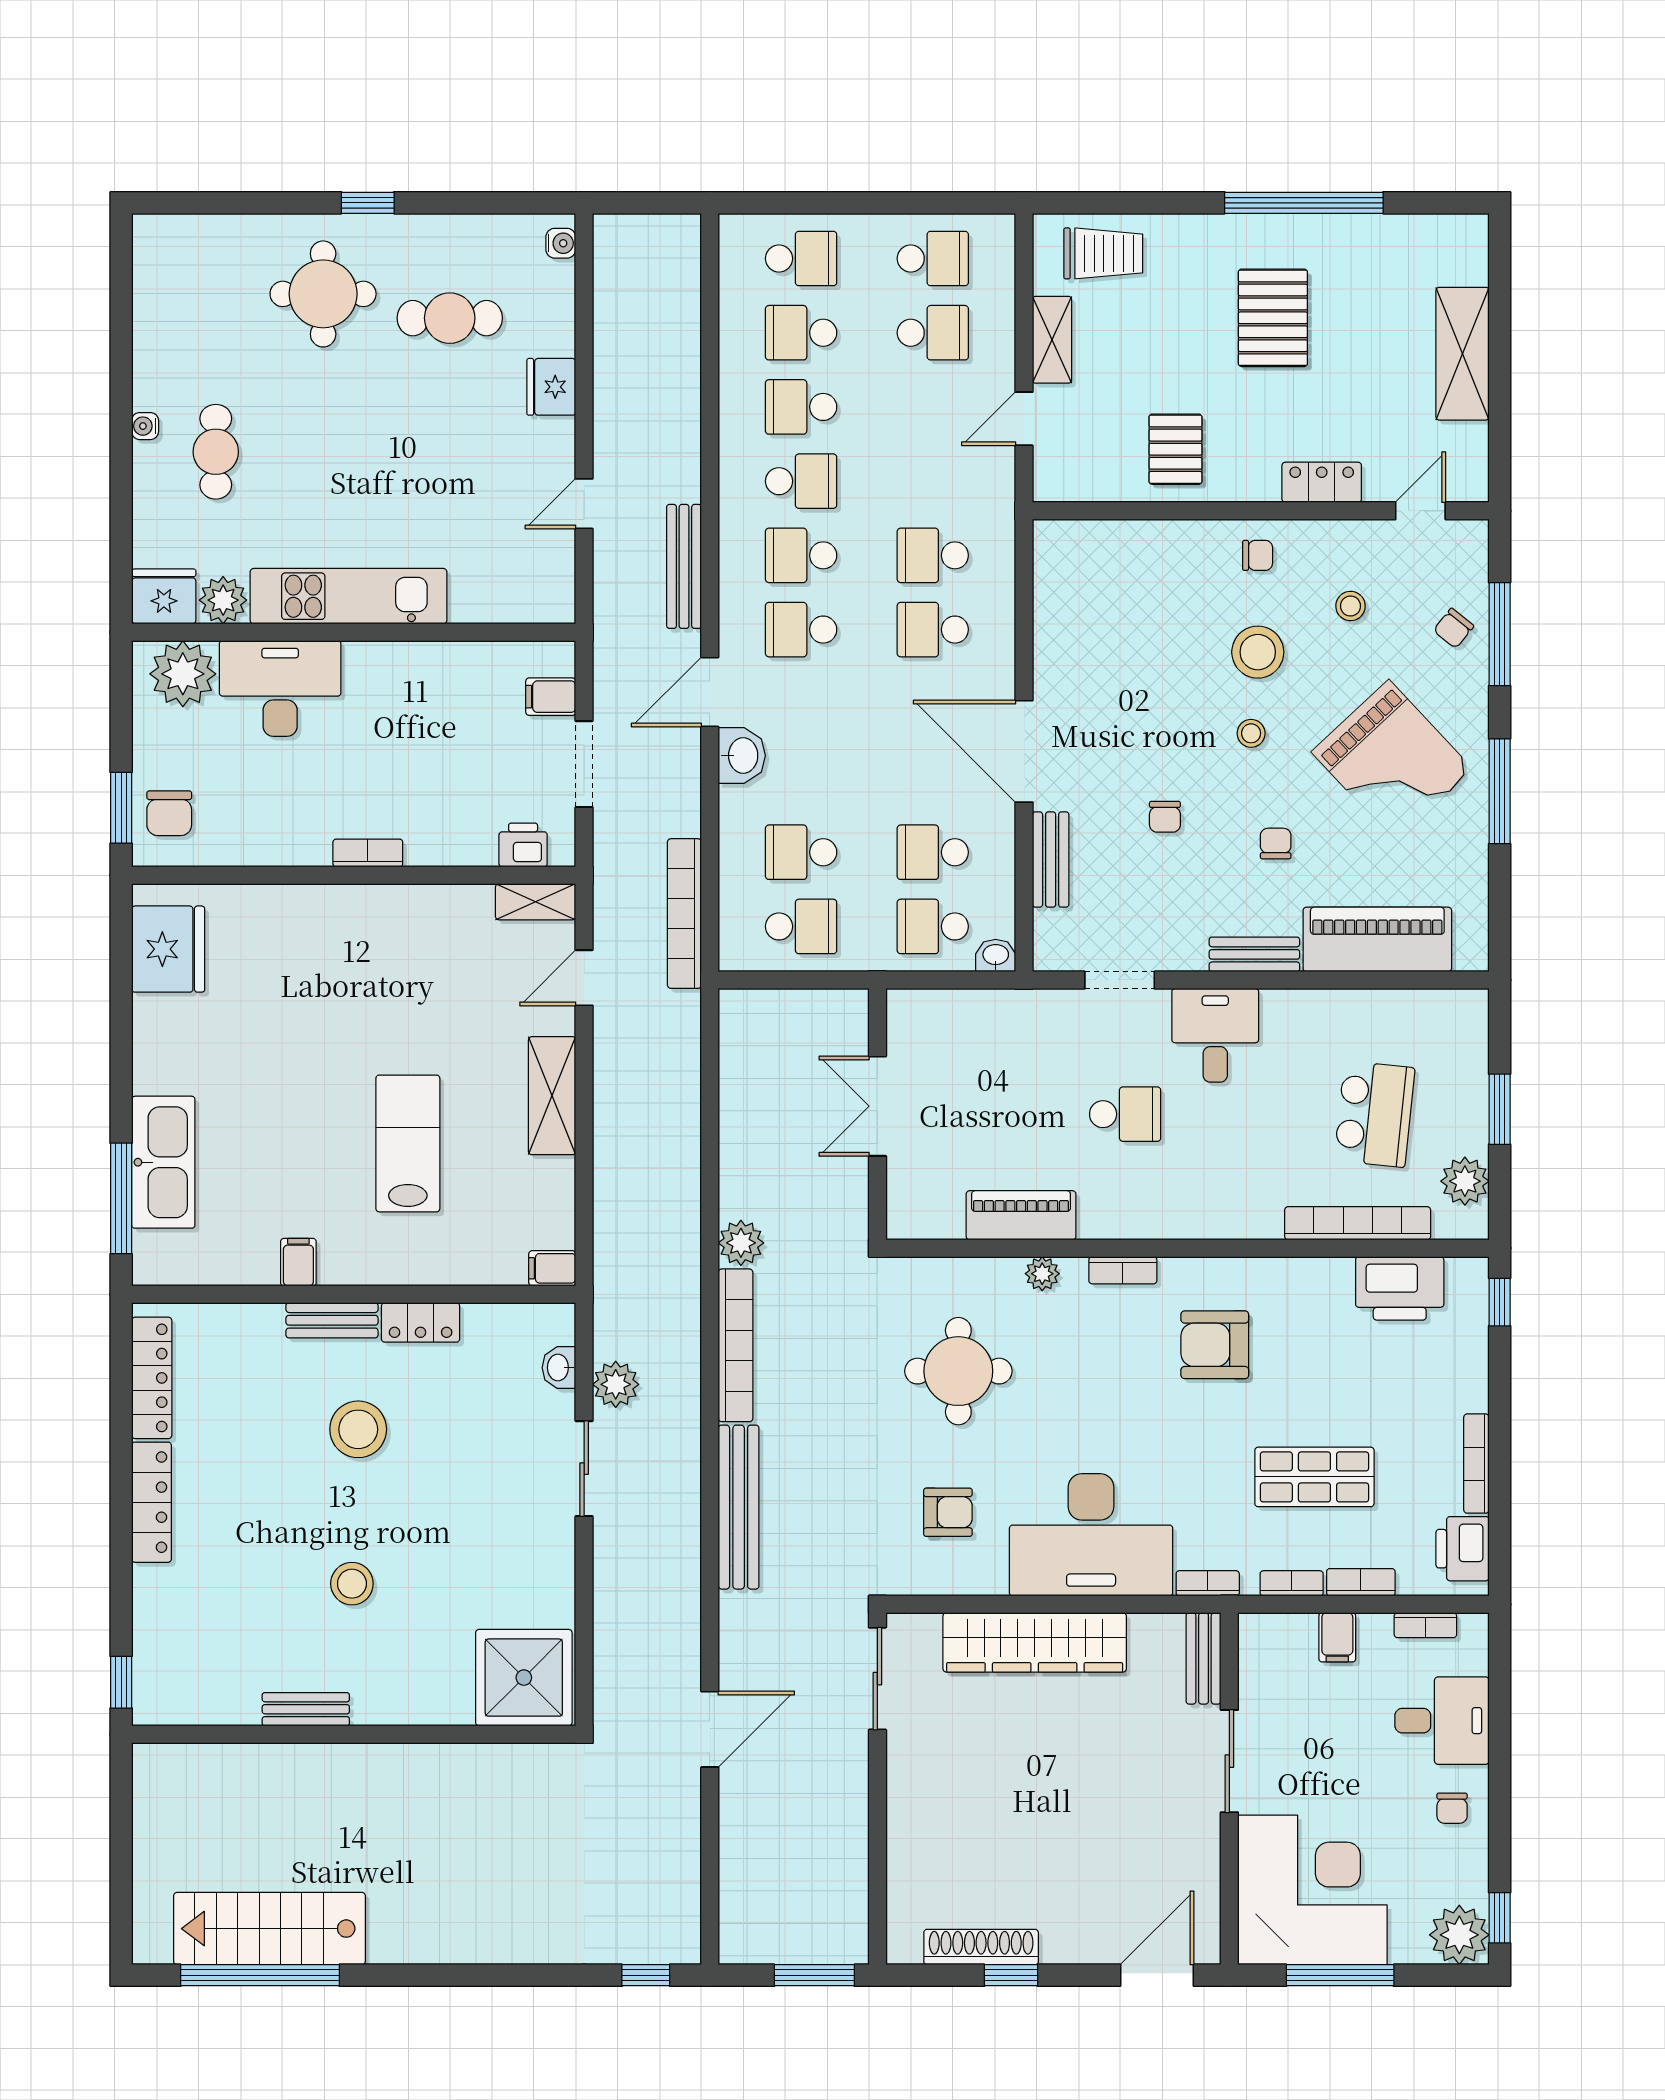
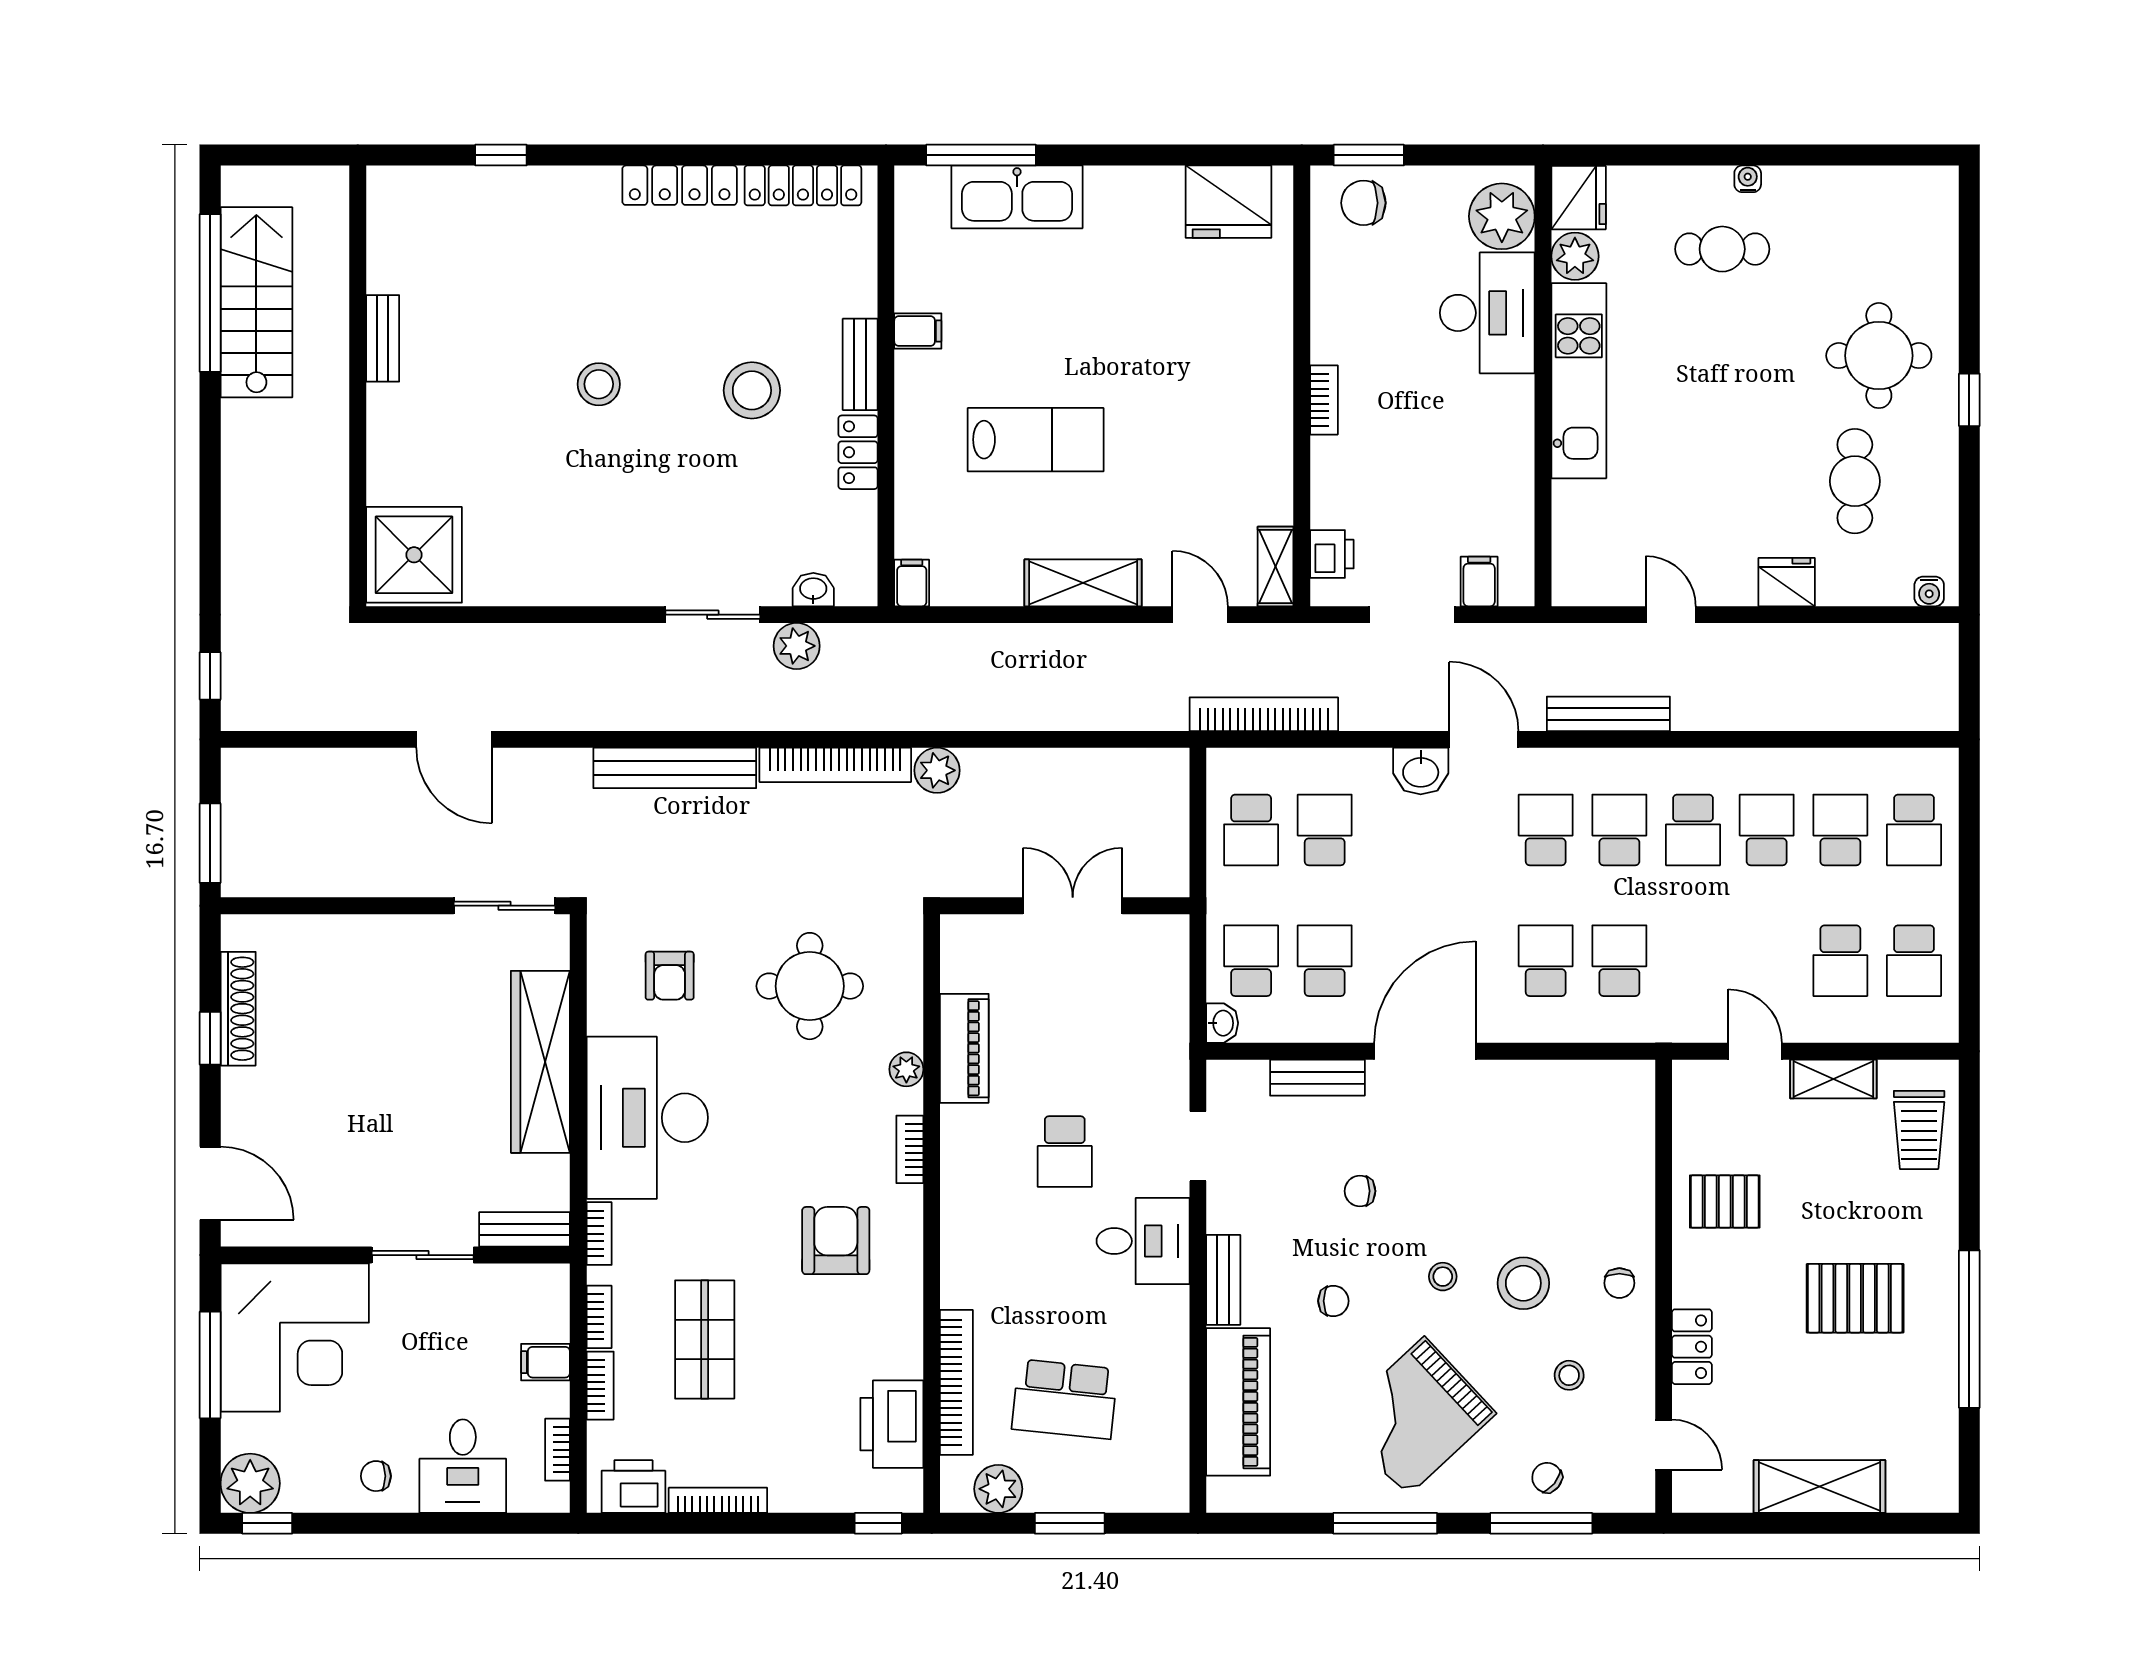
shower: (524, 1678) -> (414, 555), moved
bench: (306, 1709) -> (383, 338), moved
wall: (354, 1734) -> (358, 386), moved

